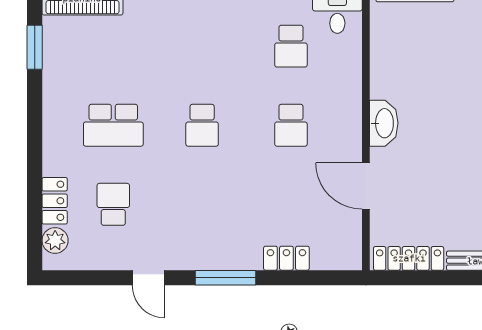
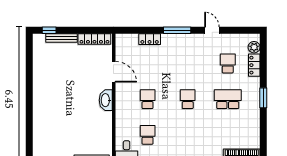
window: (35, 47) -> (263, 98), moved
school desk: (113, 204) -> (228, 64), turned 180

